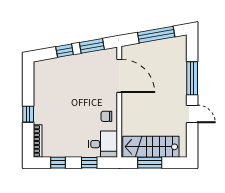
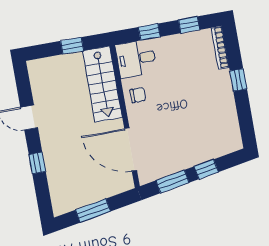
window: (156, 35) -> (93, 211), width x0.69
window: (192, 78) -> (37, 163), width x0.46
stairs: (151, 147) -> (102, 84), moved, turned 90
window: (150, 163) -> (72, 46), width x0.67

